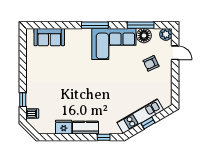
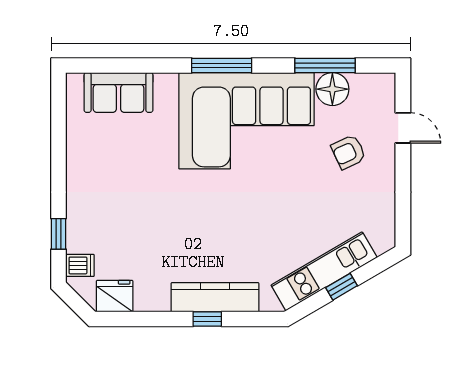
plant: (166, 34) -> (382, 86), removed
corner sofa: (114, 44) -> (247, 121), width x1.36, depth x1.36
fridge: (64, 127) -> (115, 296), moved
kitchen counter: (86, 128) -> (215, 297), width x1.50
window: (104, 137) -> (207, 319), moved

